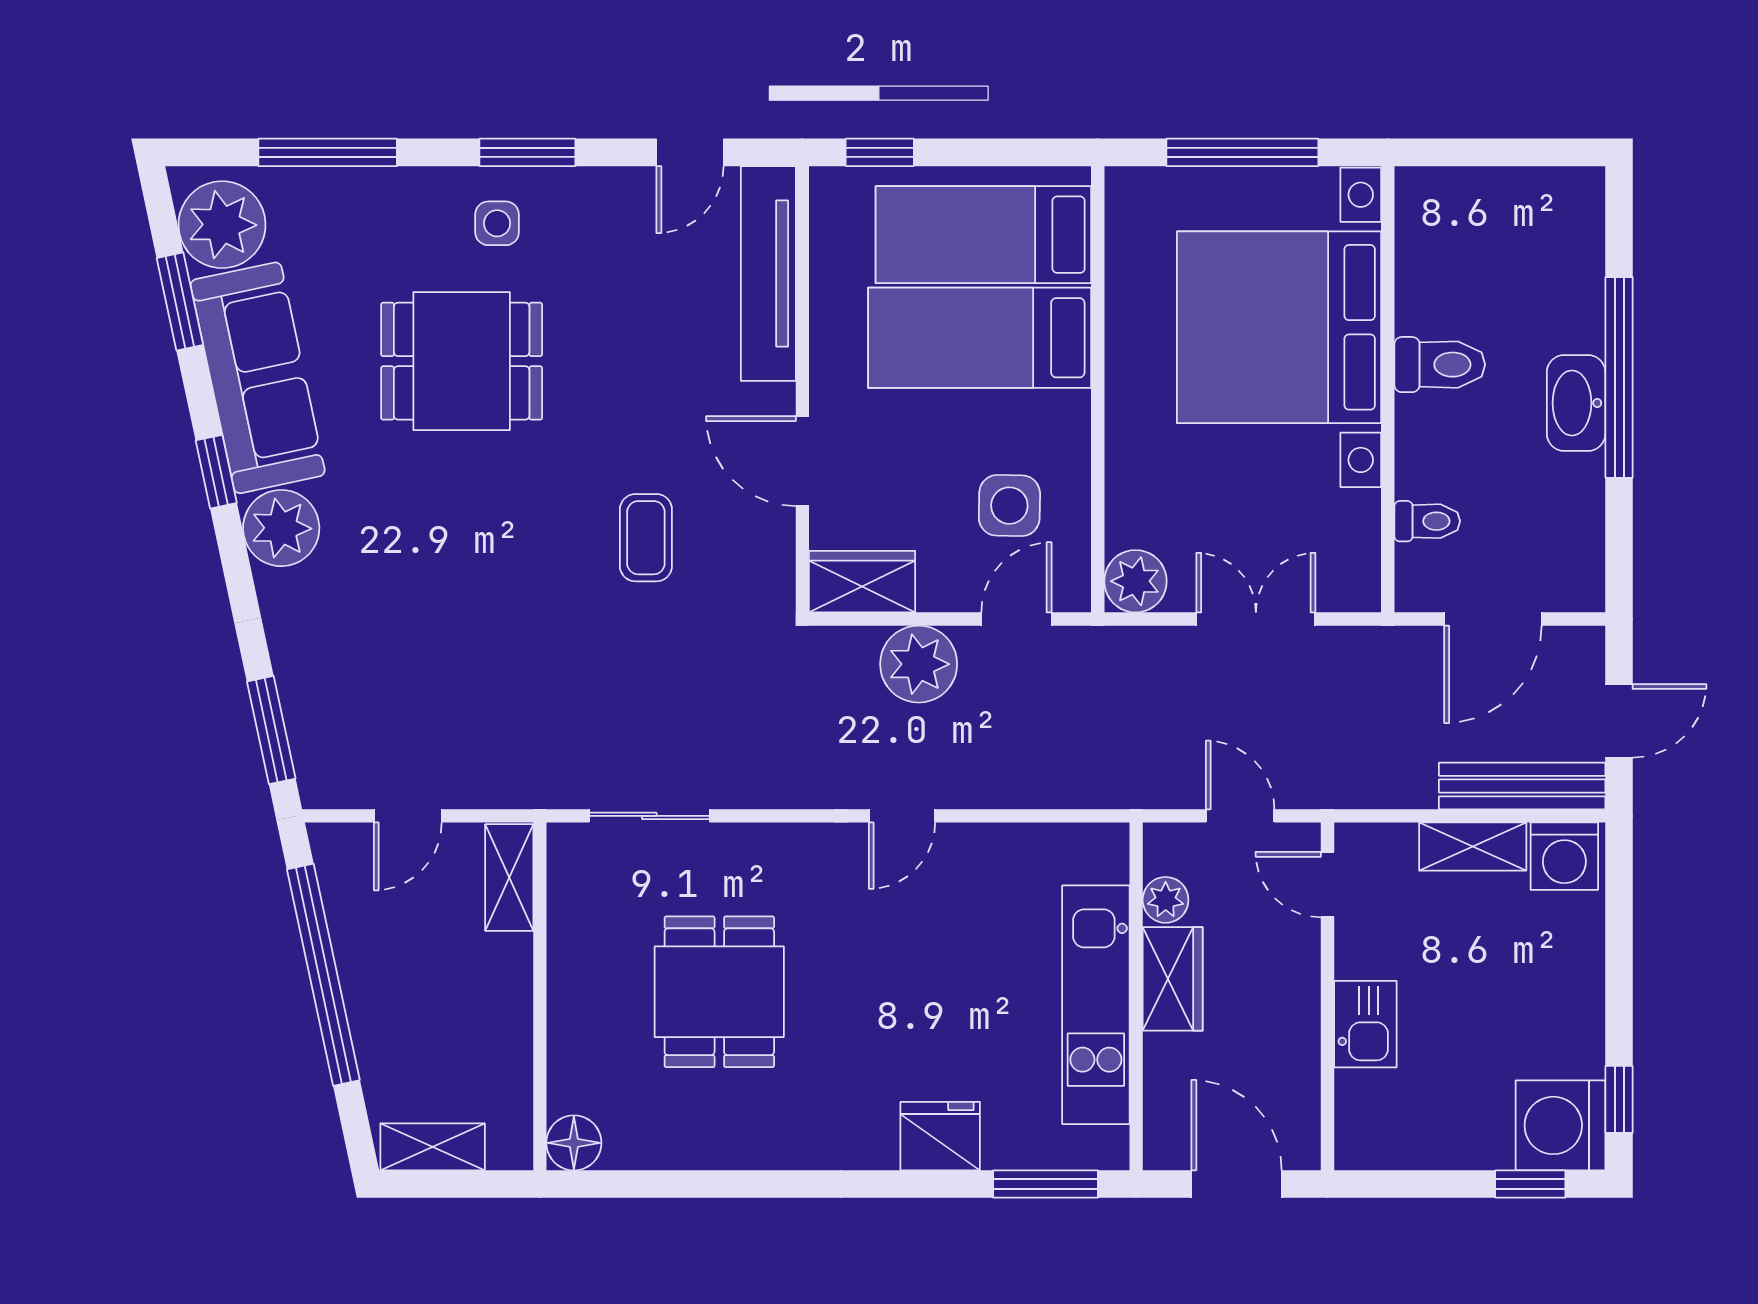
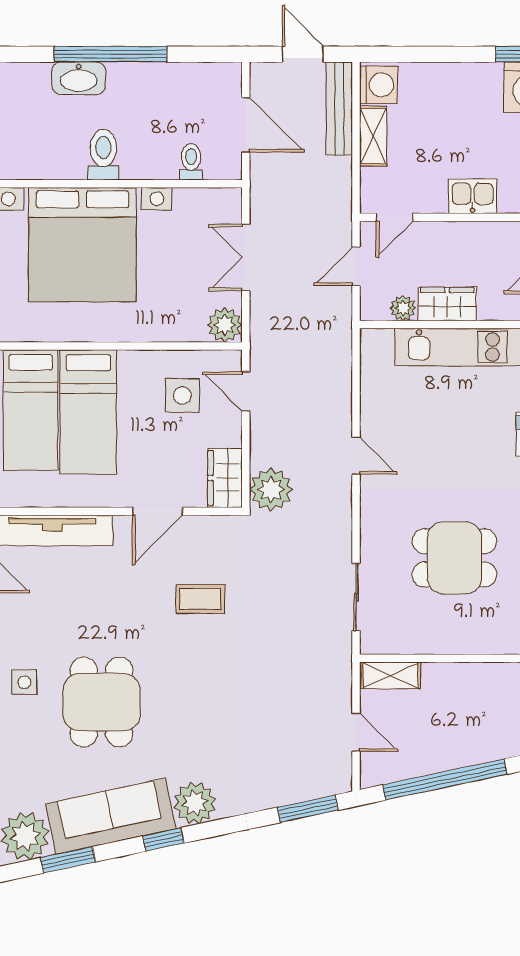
washbasin: (1576, 403) -> (79, 78), moved
plant: (919, 664) -> (271, 490), moved

